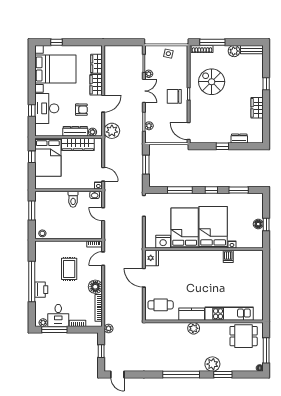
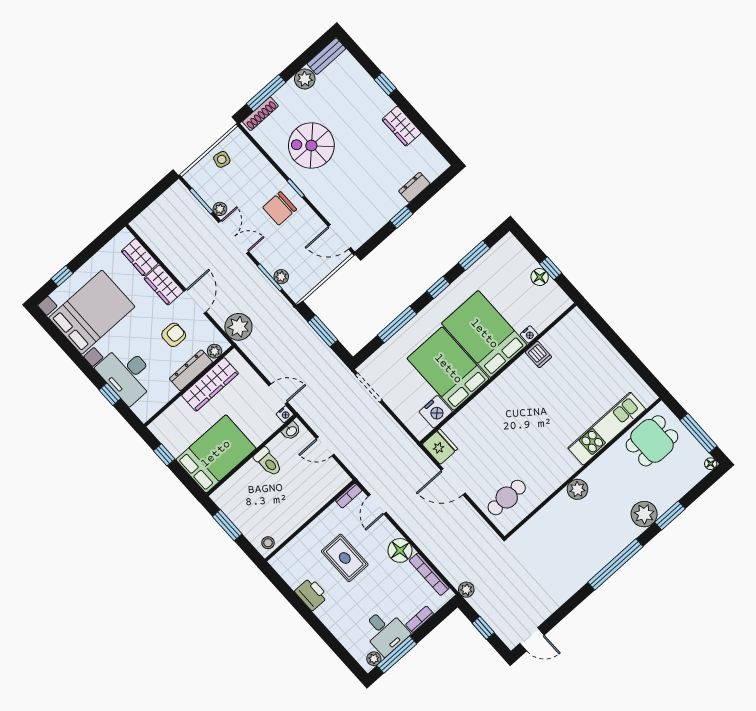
bed: (48, 157) -> (216, 454), moved, turned -90
window: (32, 281) -> (311, 618), removed
printer: (41, 290) -> (311, 594), moved
kitchen counter: (192, 314) -> (558, 473), removed

